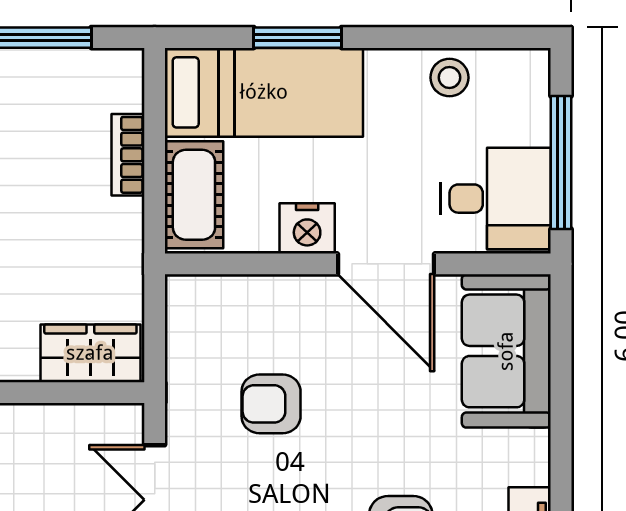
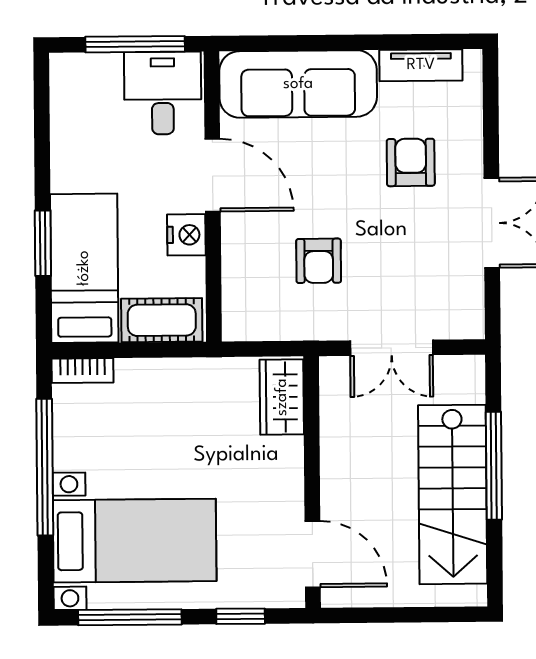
stool: (449, 78) -> (72, 129), removed
bookcase: (128, 155) -> (82, 371), moved
door: (386, 264) -> (213, 175), hinge flipped
sofa: (506, 351) -> (298, 84), width x1.36

